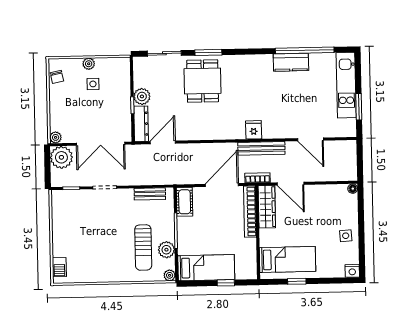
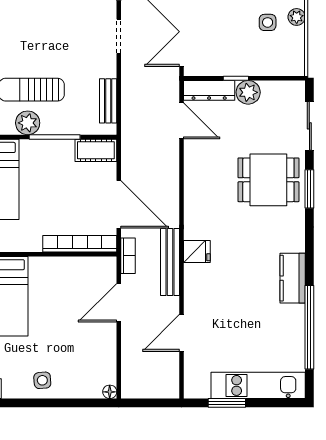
kitchen counter: (291, 62) -> (293, 278), moved
wardrobe: (267, 207) -> (86, 268), removed

